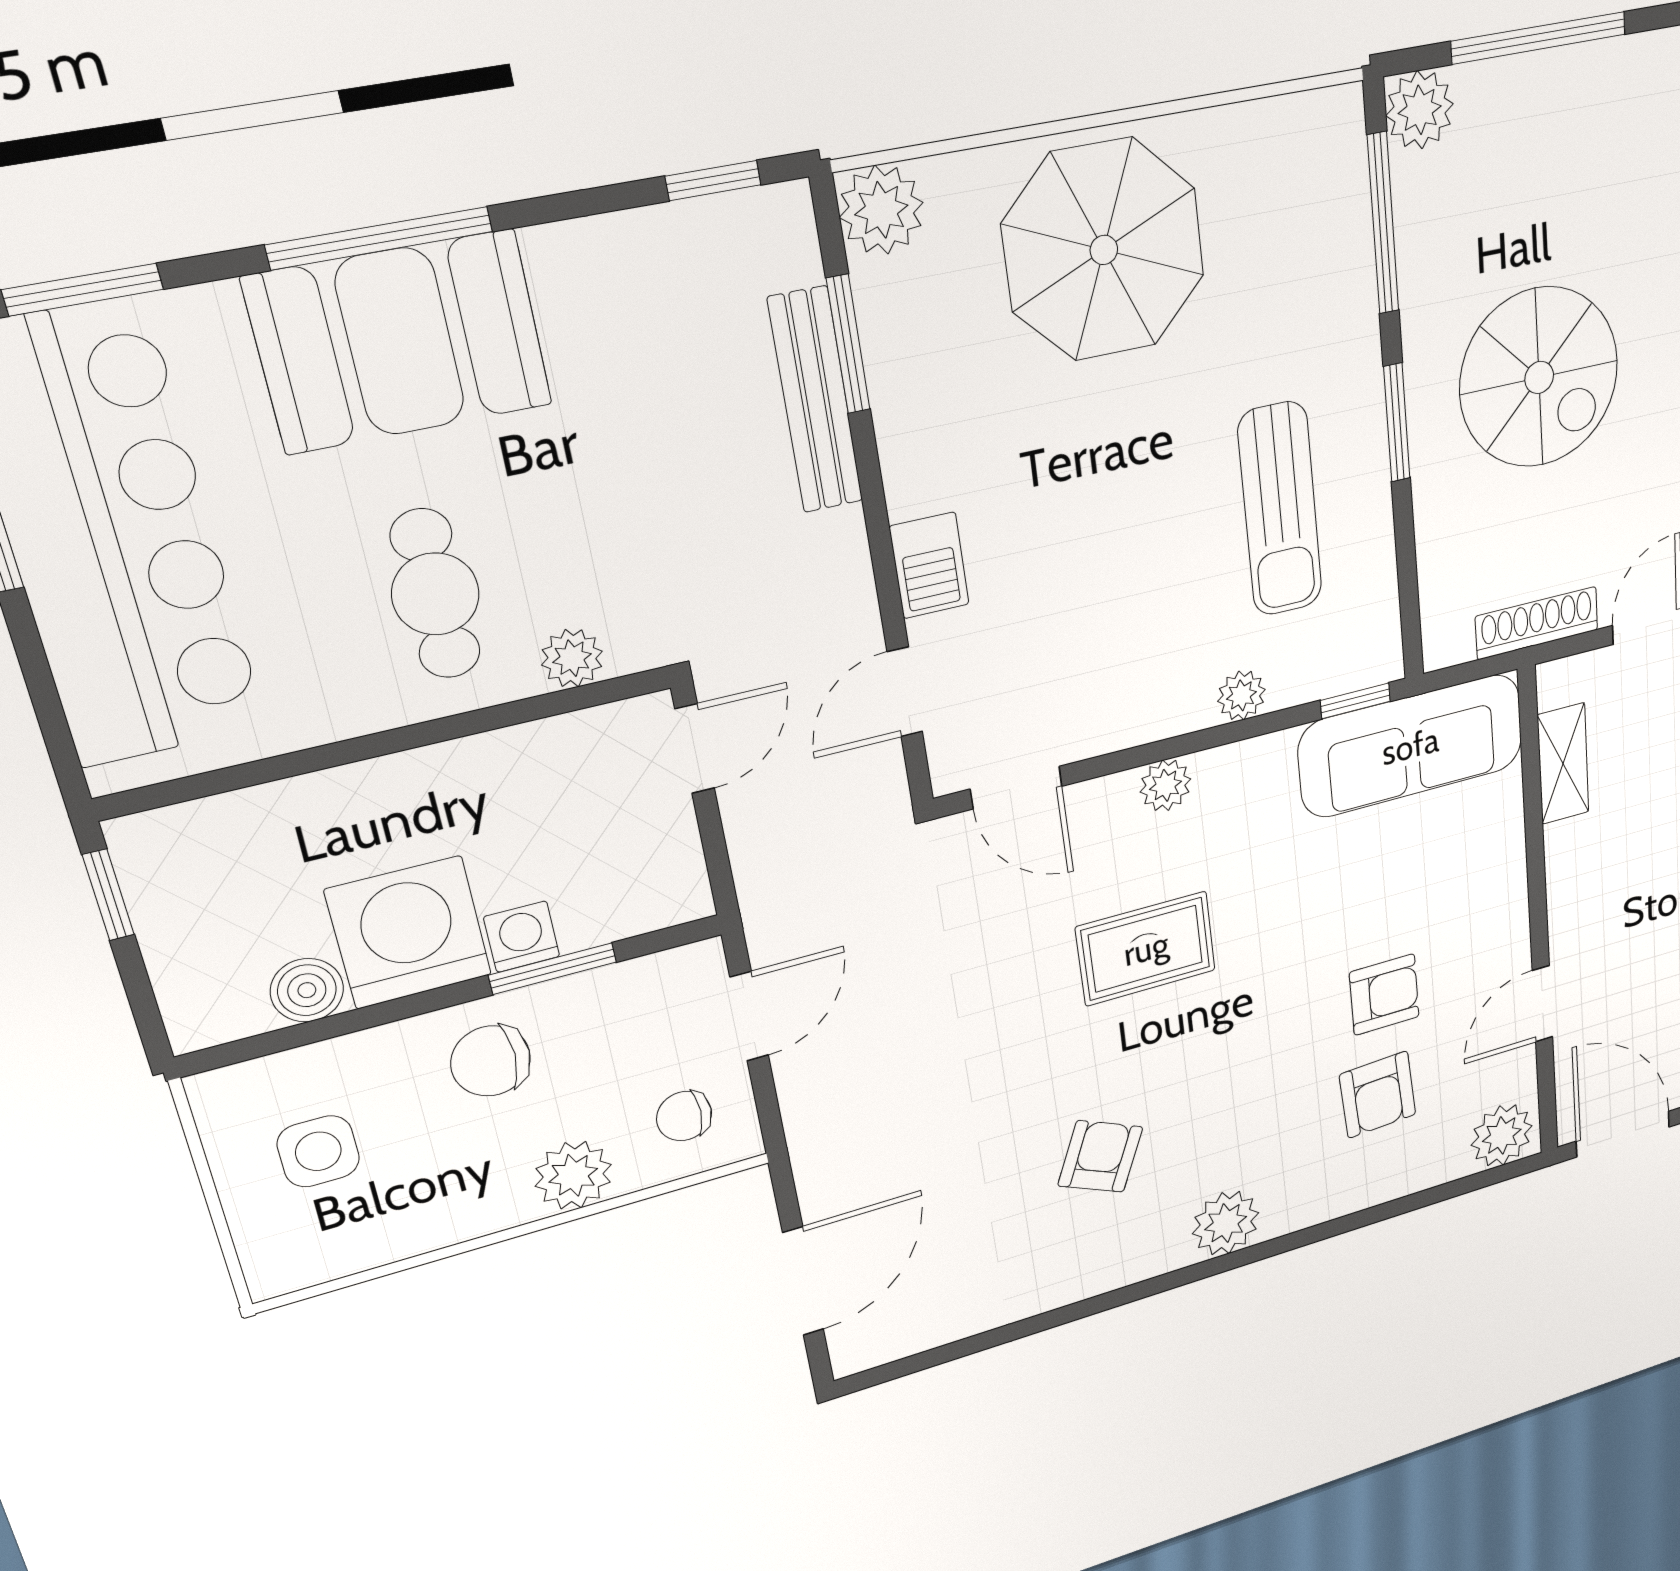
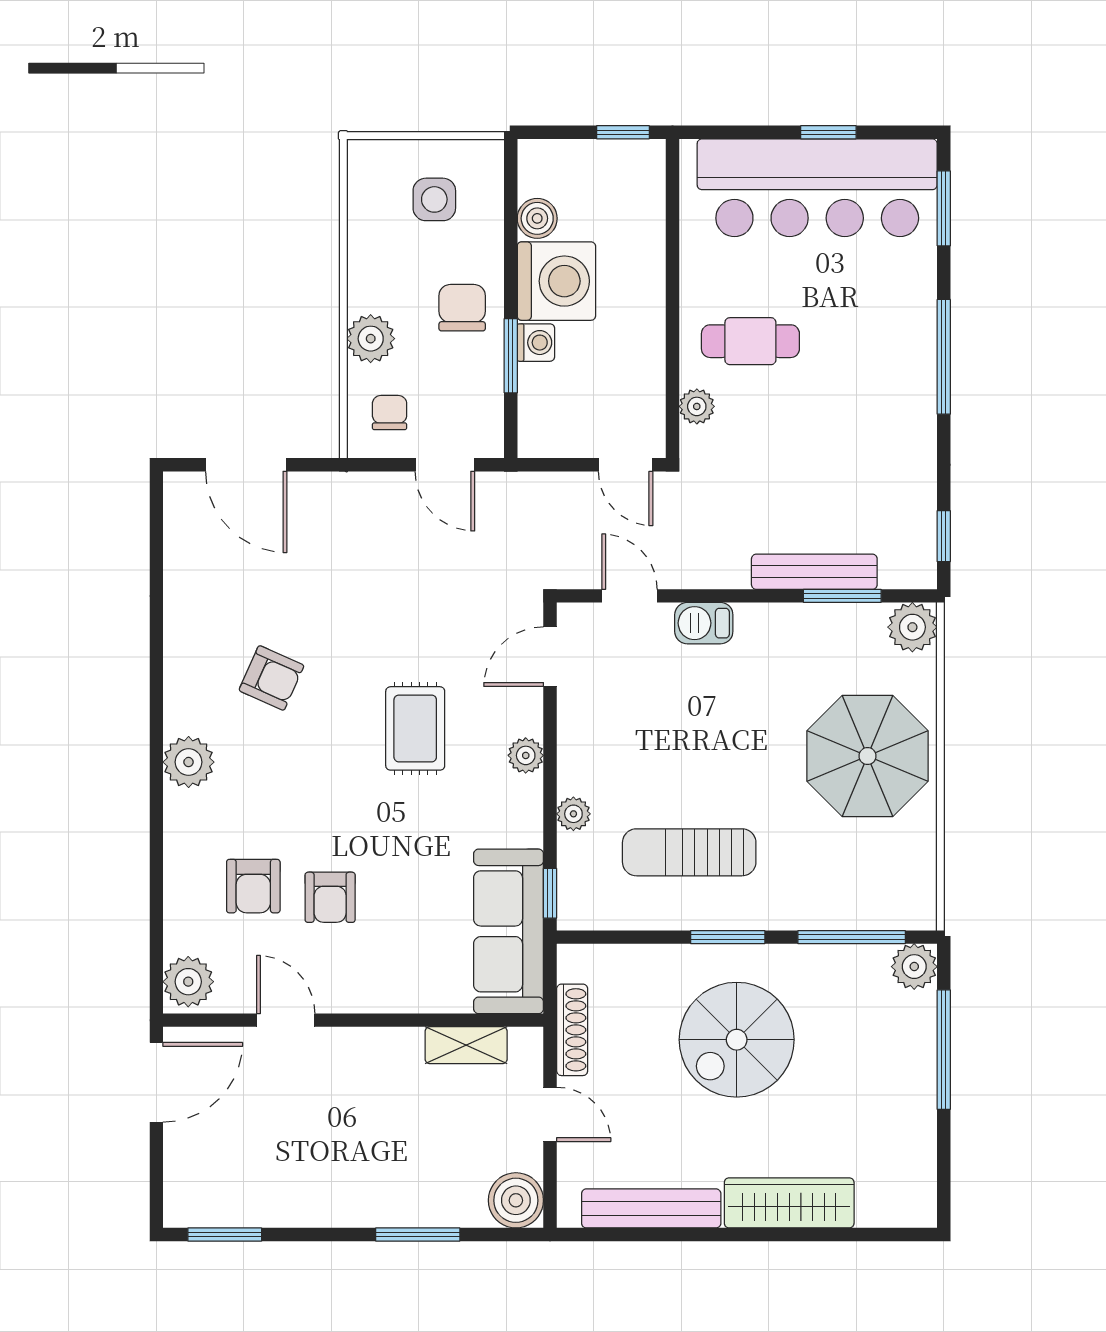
booth: (400, 342) -> (889, 354), removed
armchair: (1378, 1095) -> (253, 886), turned -87

